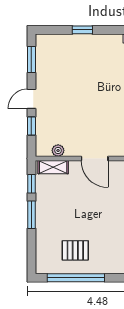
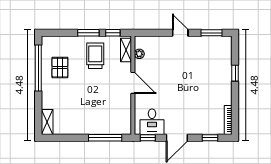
window: (31, 126) -> (159, 33), removed
door: (95, 159) -> (133, 83), swing flipped
trolley: (60, 206) -> (95, 56), added

